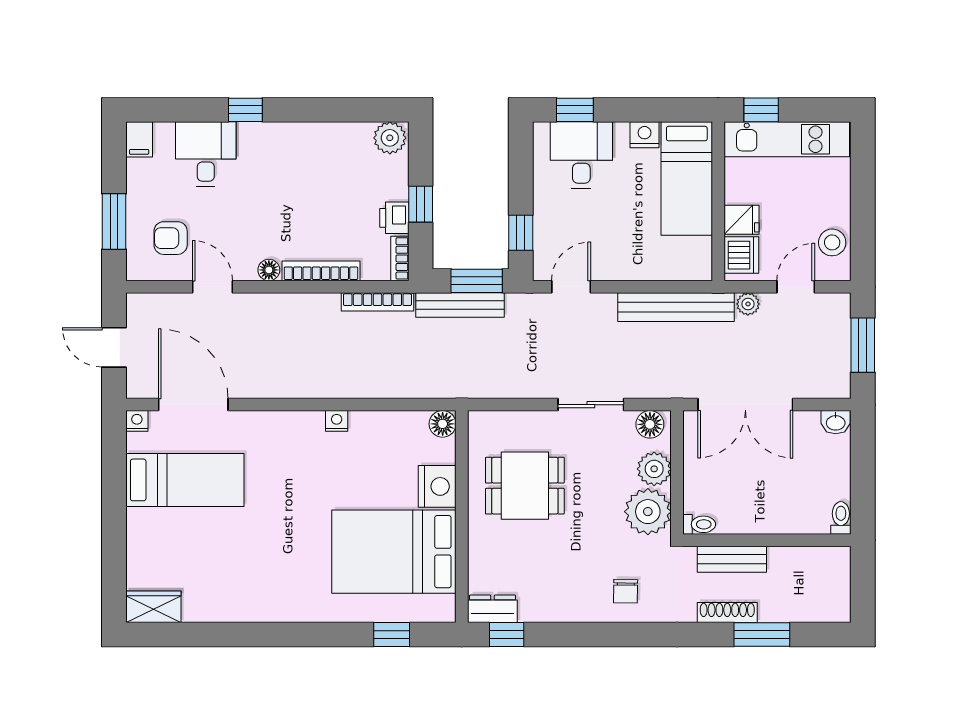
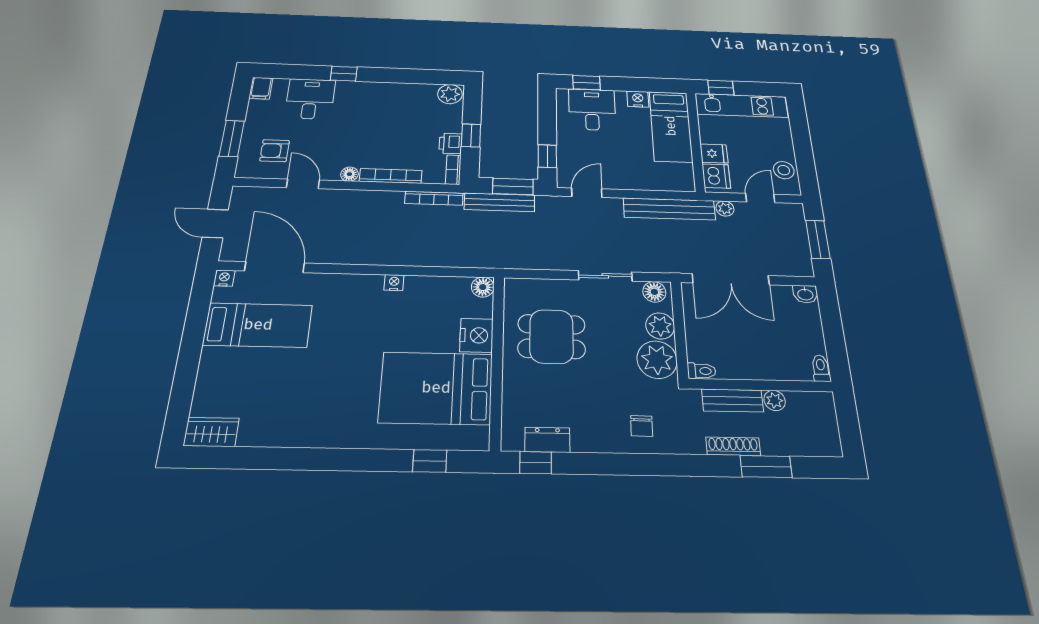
plant: (781, 558) -> (775, 400), added
dresser: (492, 609) -> (547, 440), moved

